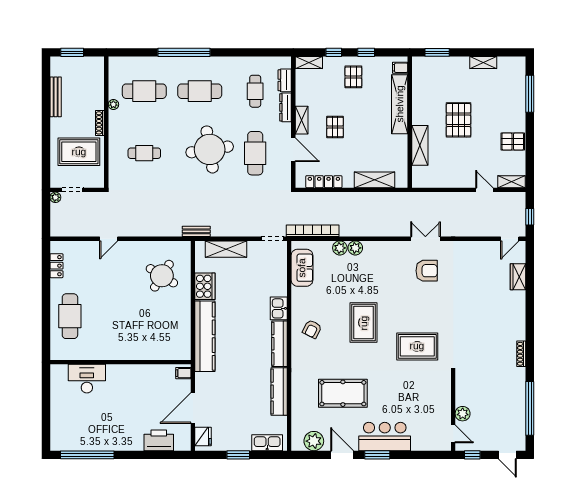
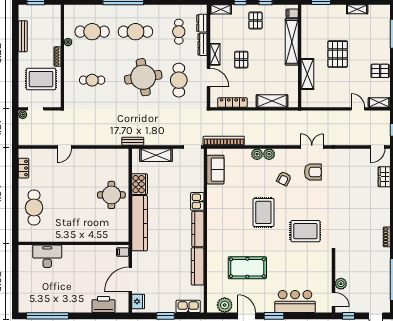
plant: (340, 248) -> (269, 154), moved
round table: (162, 276) -> (111, 195), moved, turned -32
armchair: (312, 329) -> (284, 179), moved
bar counter: (385, 436) -> (295, 302), moved

